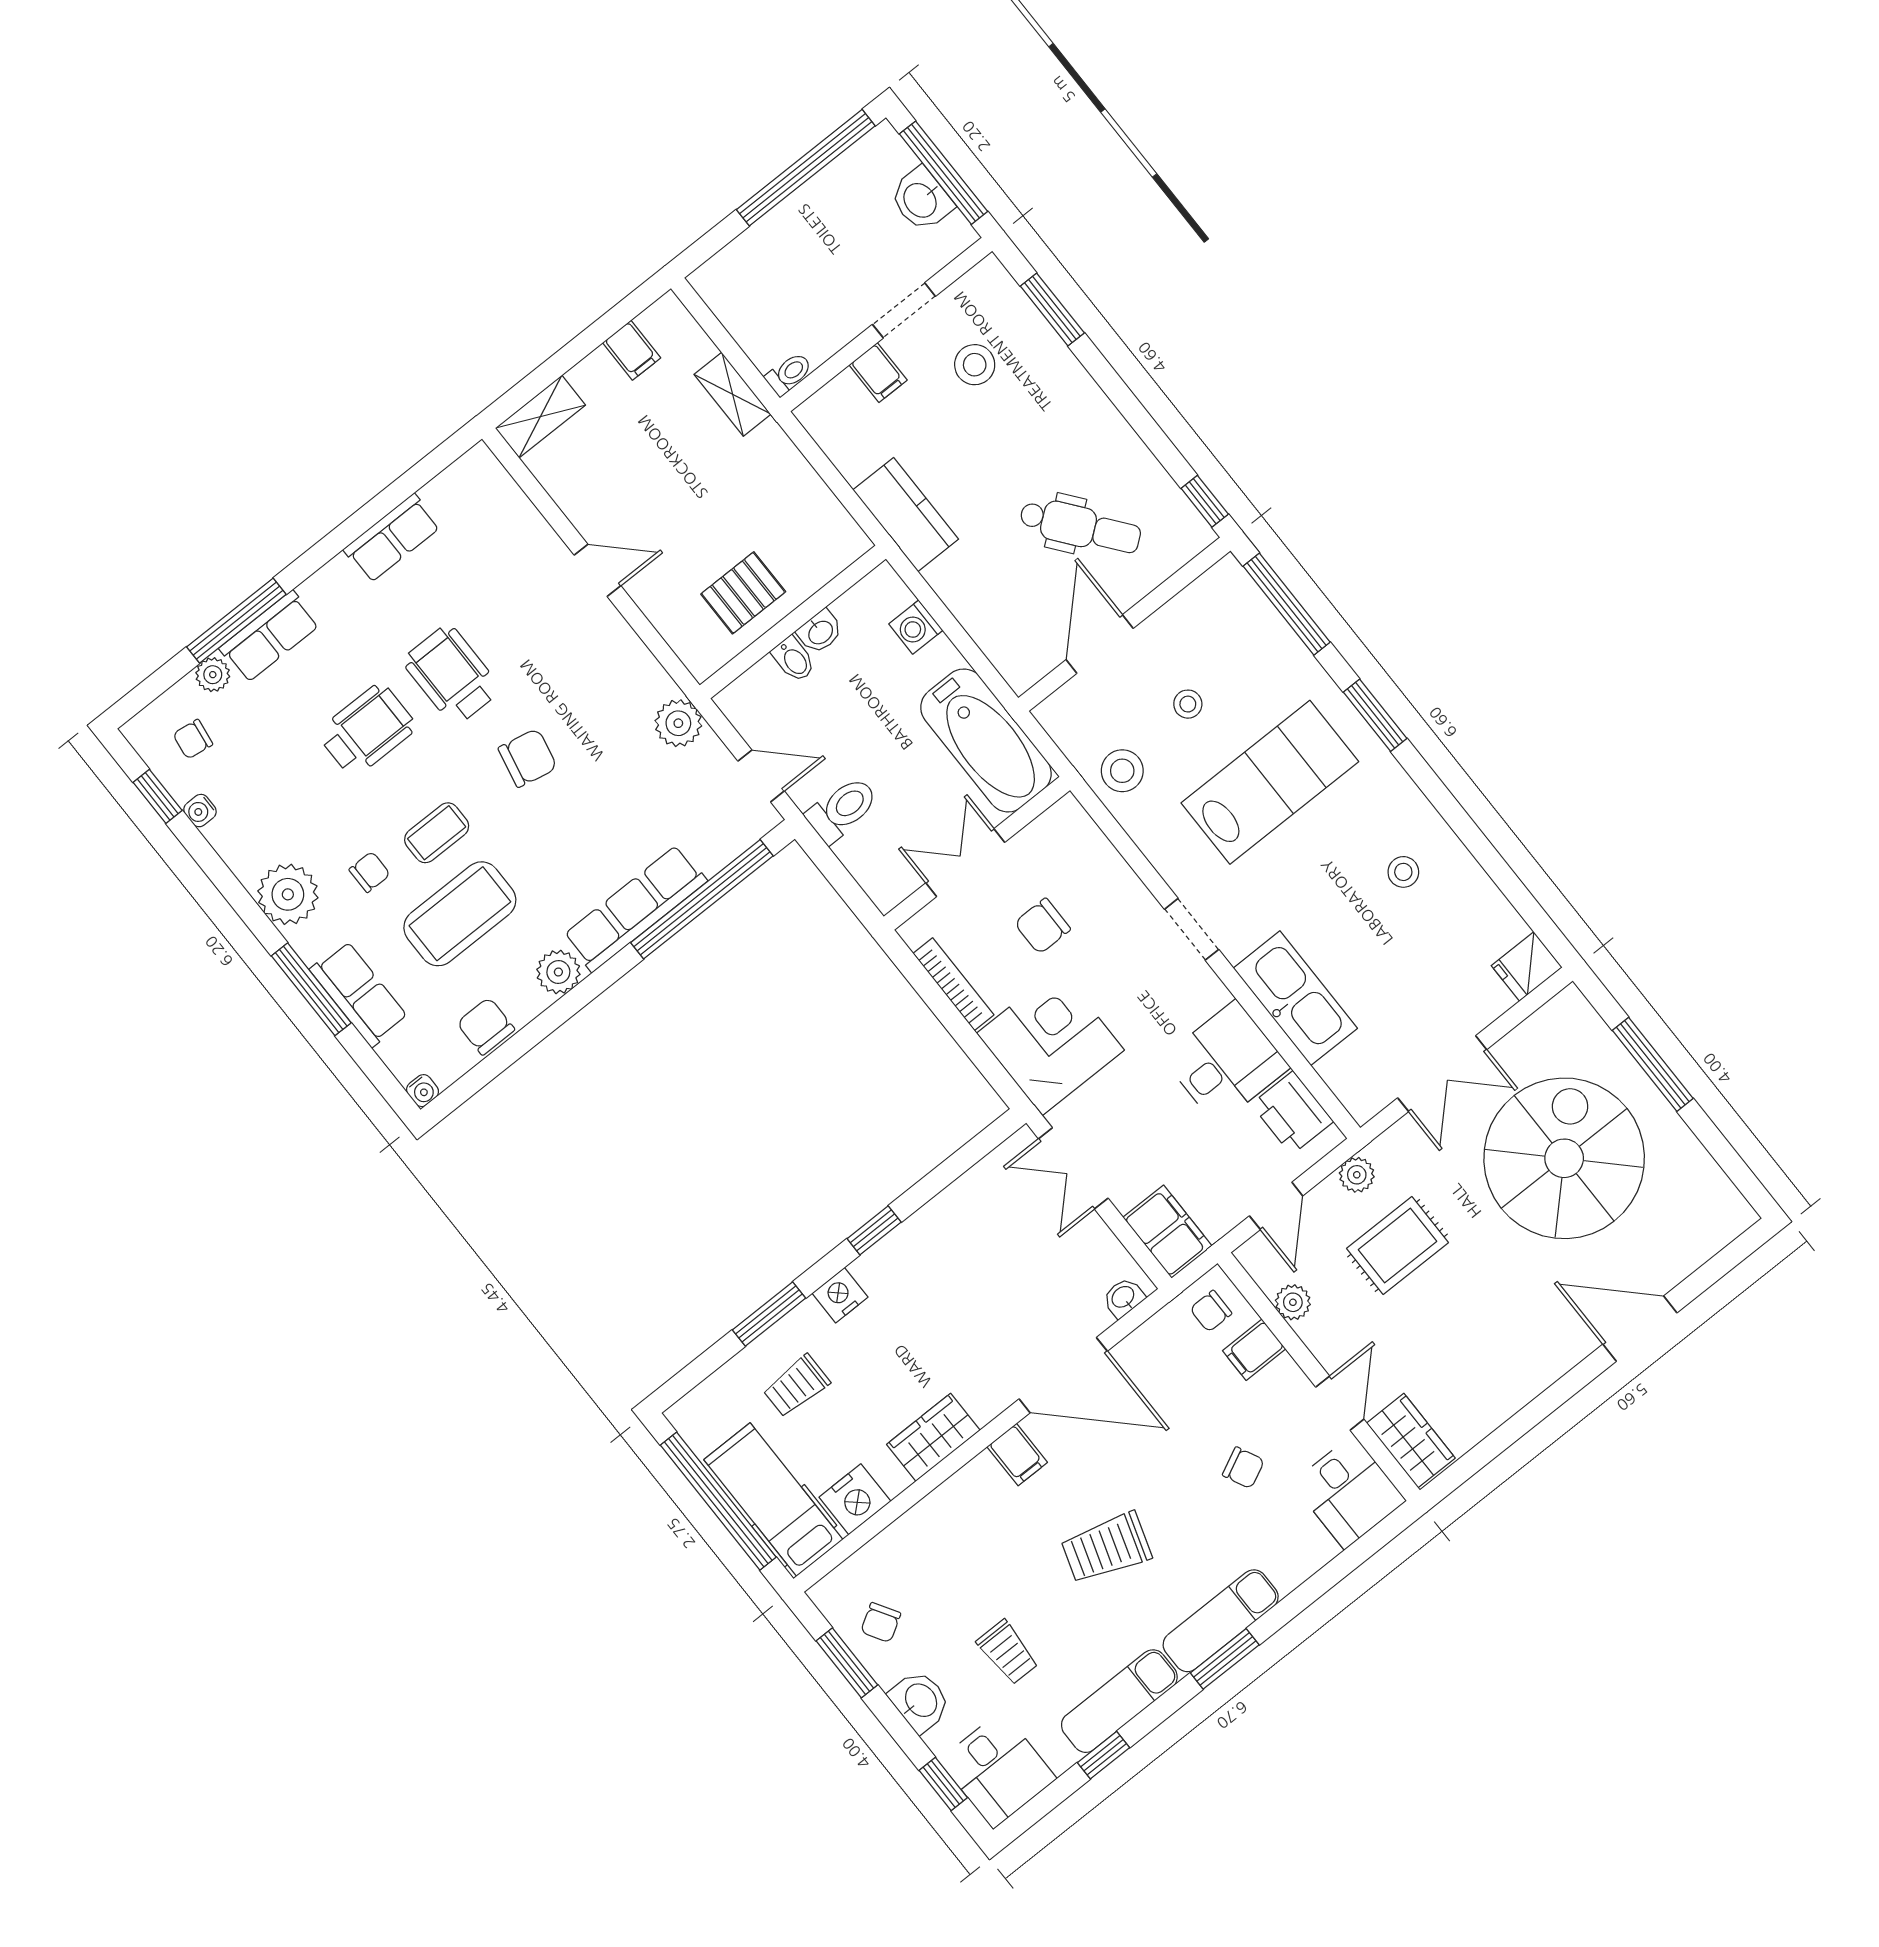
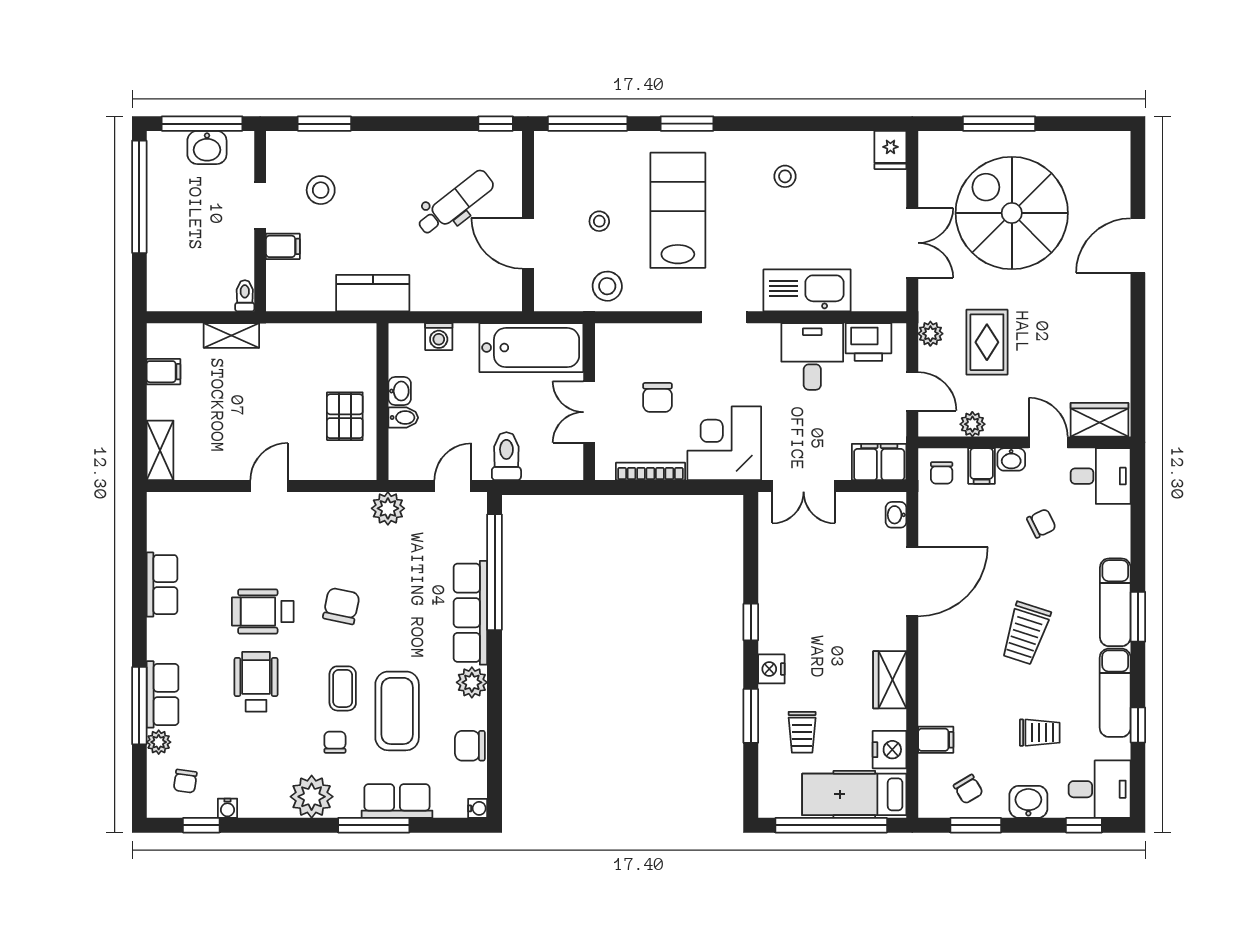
washbasin: (1288, 1377) -> (1011, 459), added
filing cabinet: (1017, 1454) -> (936, 740), moved

